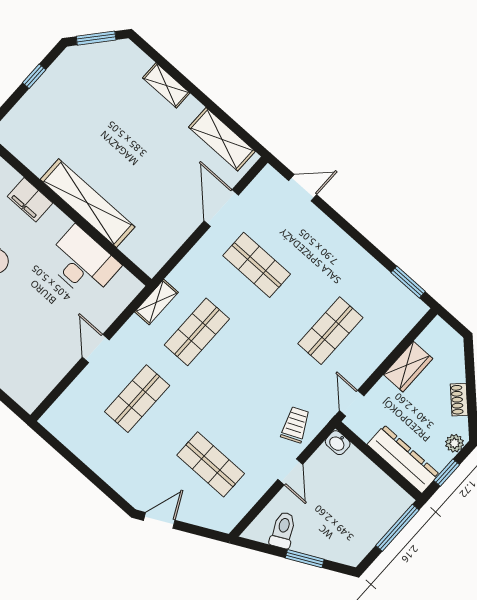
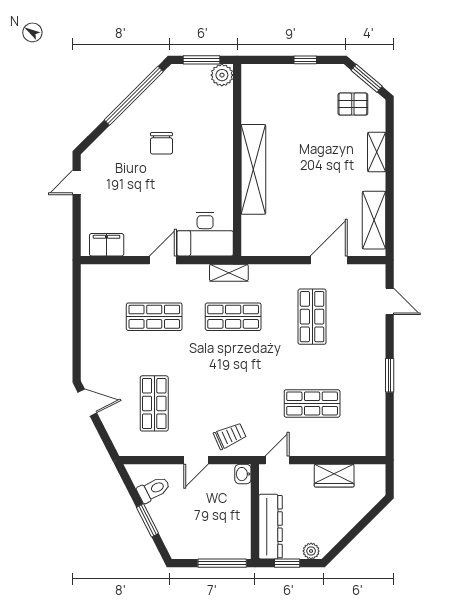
pallet: (108, 69) -> (353, 104), added
filing cabinet: (30, 200) -> (107, 245), moved, turned 90
desk: (82, 263) -> (205, 234), moved, turned 90
window: (408, 282) -> (390, 375), moved
shoe rack: (459, 400) -> (342, 528), removed

